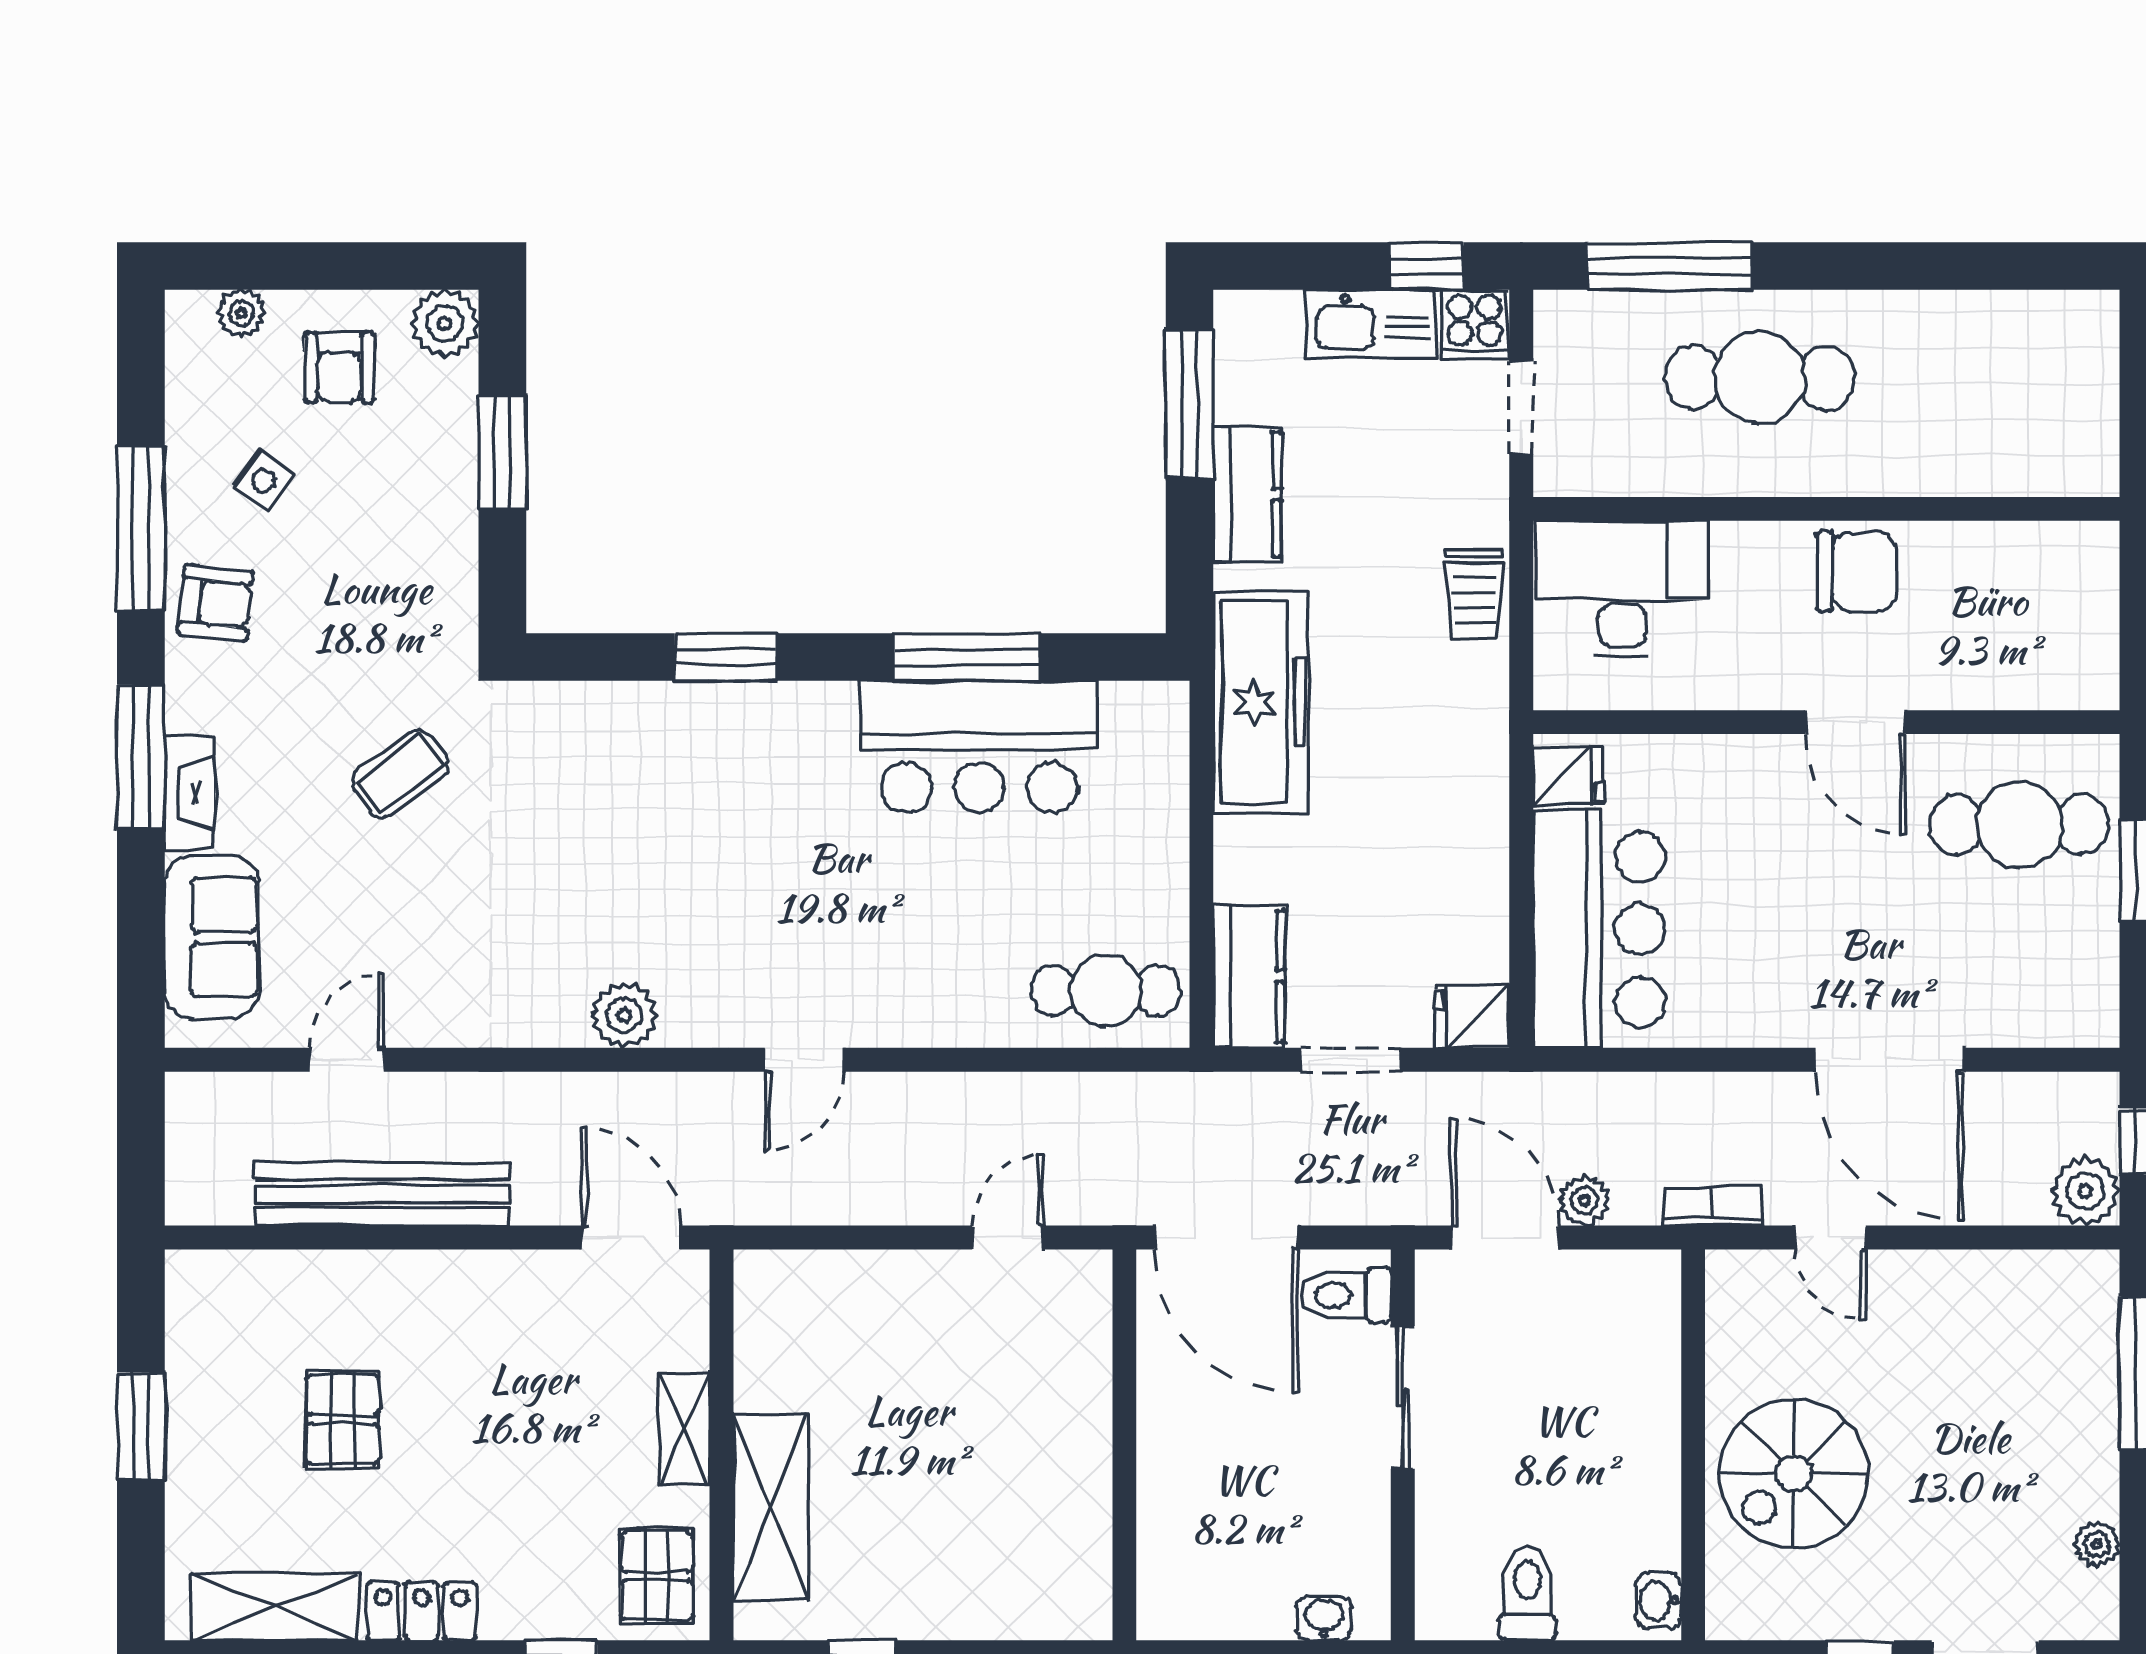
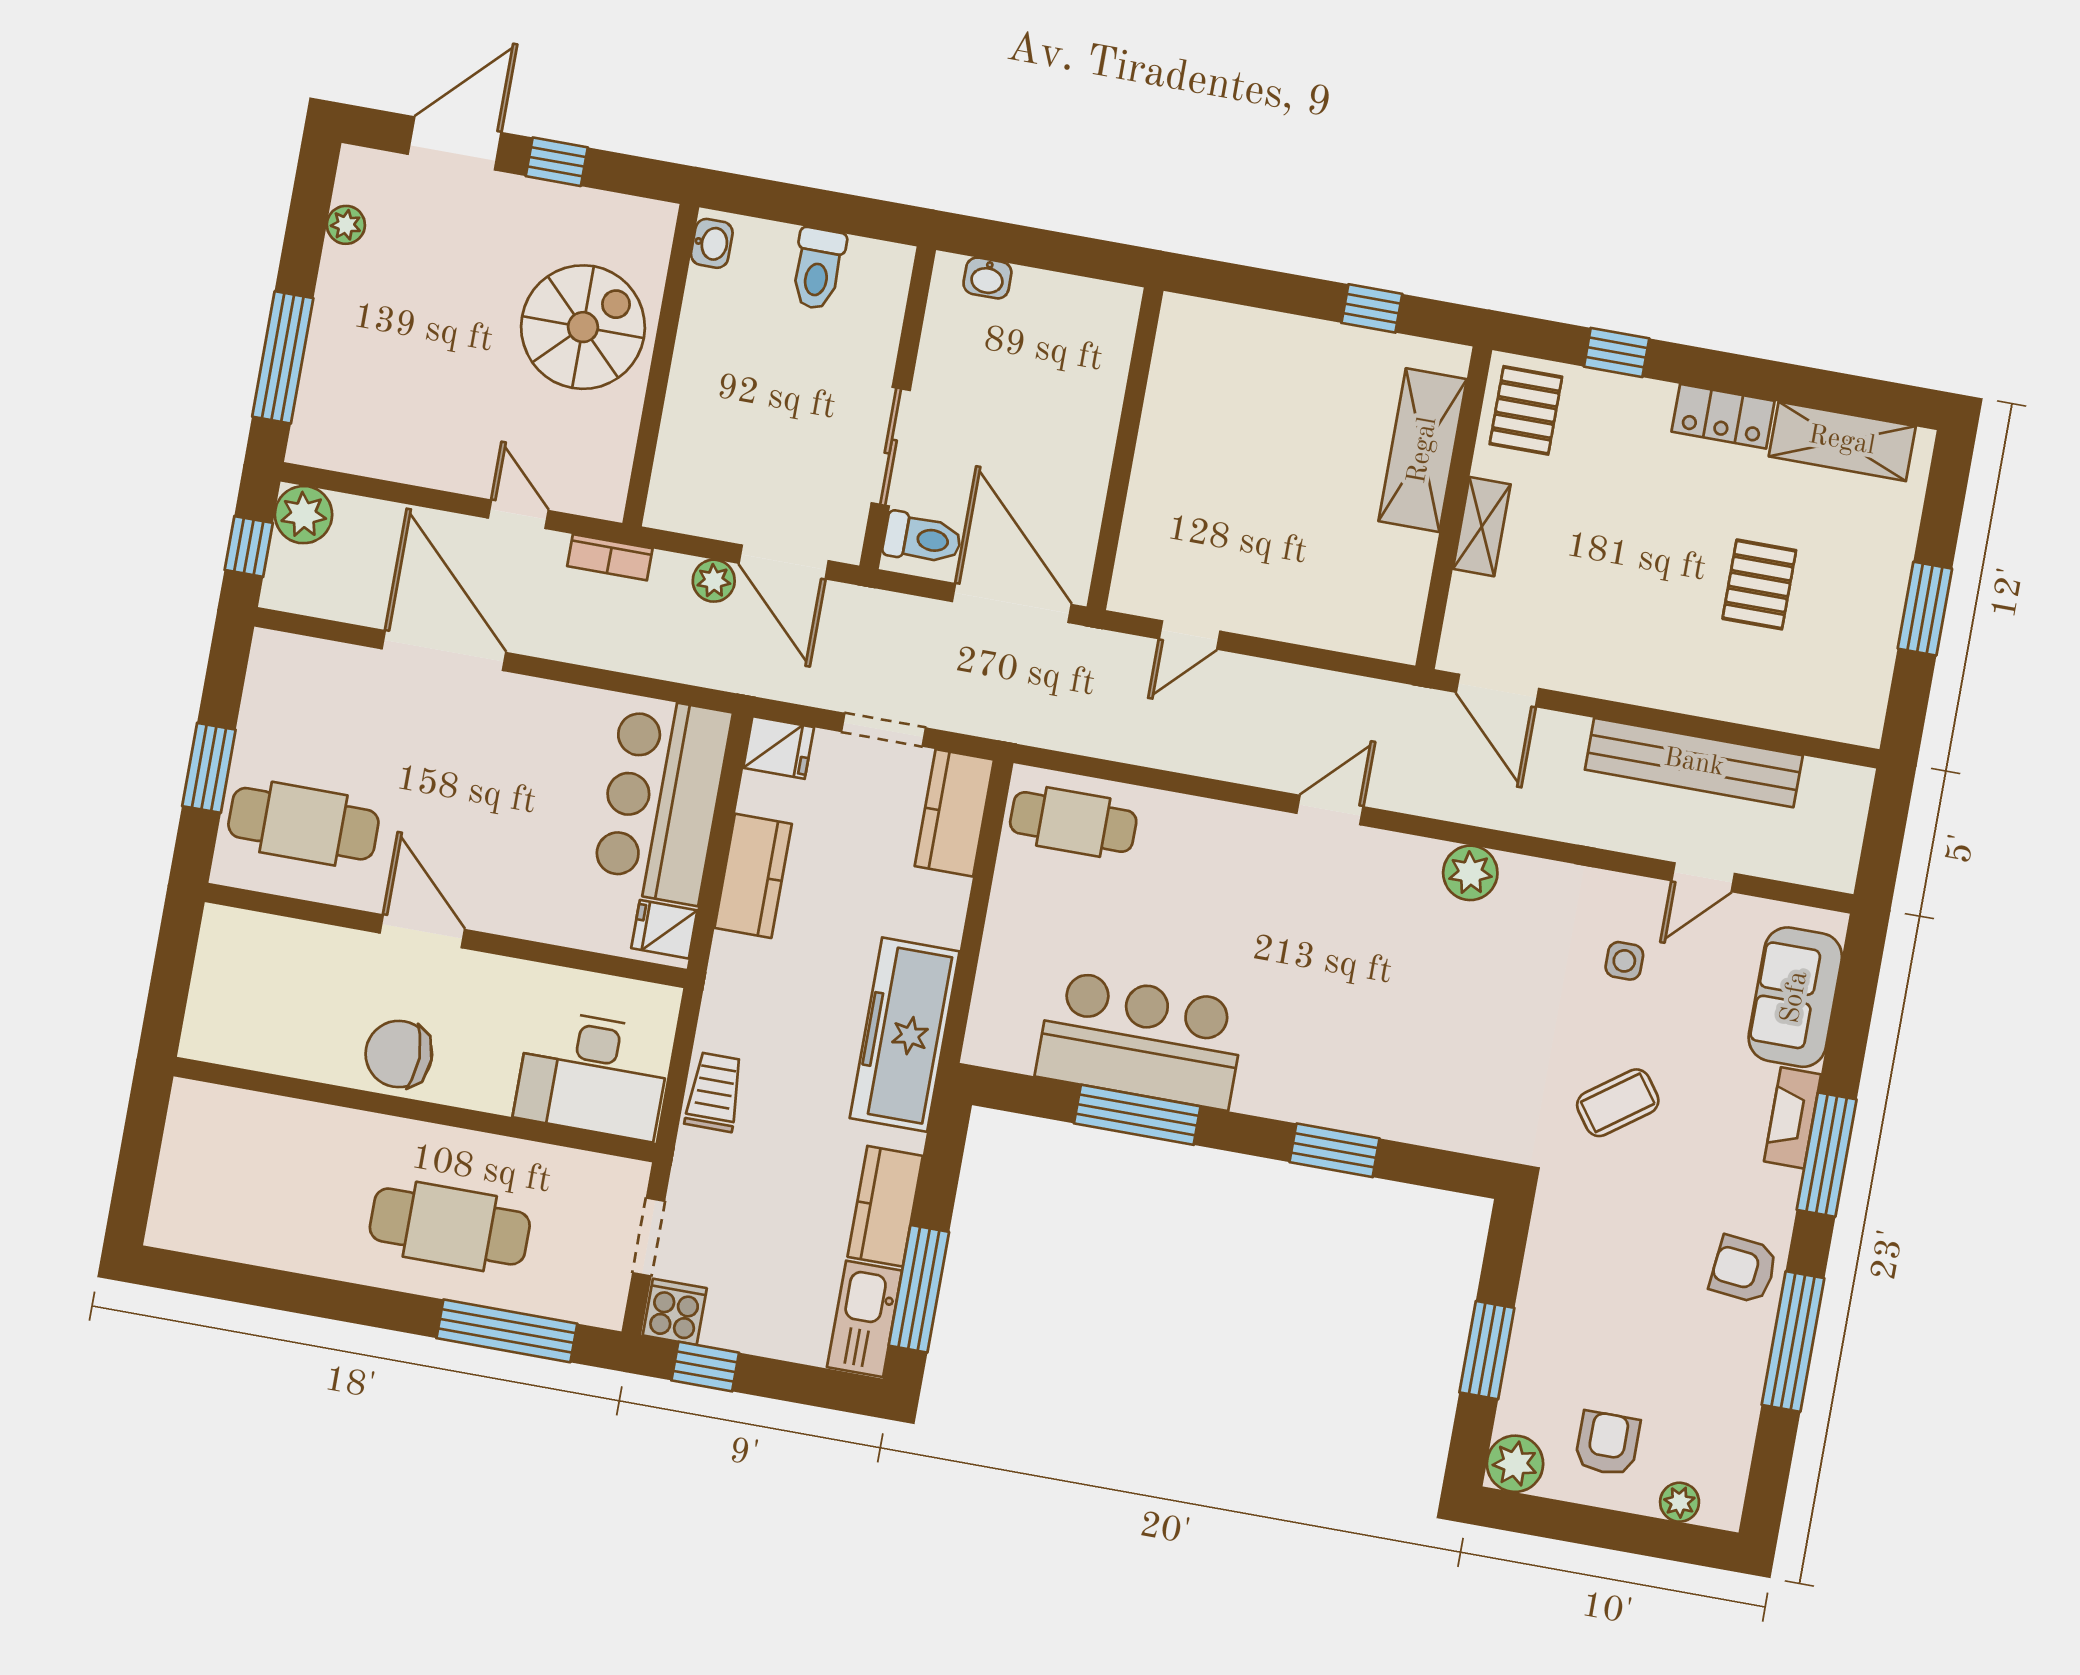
kitchen sink: (1371, 324) -> (865, 1319), moved, turned -90
side table: (264, 481) -> (1624, 961), moved, turned -36
kitchen counter: (1475, 859) -> (753, 876), added

